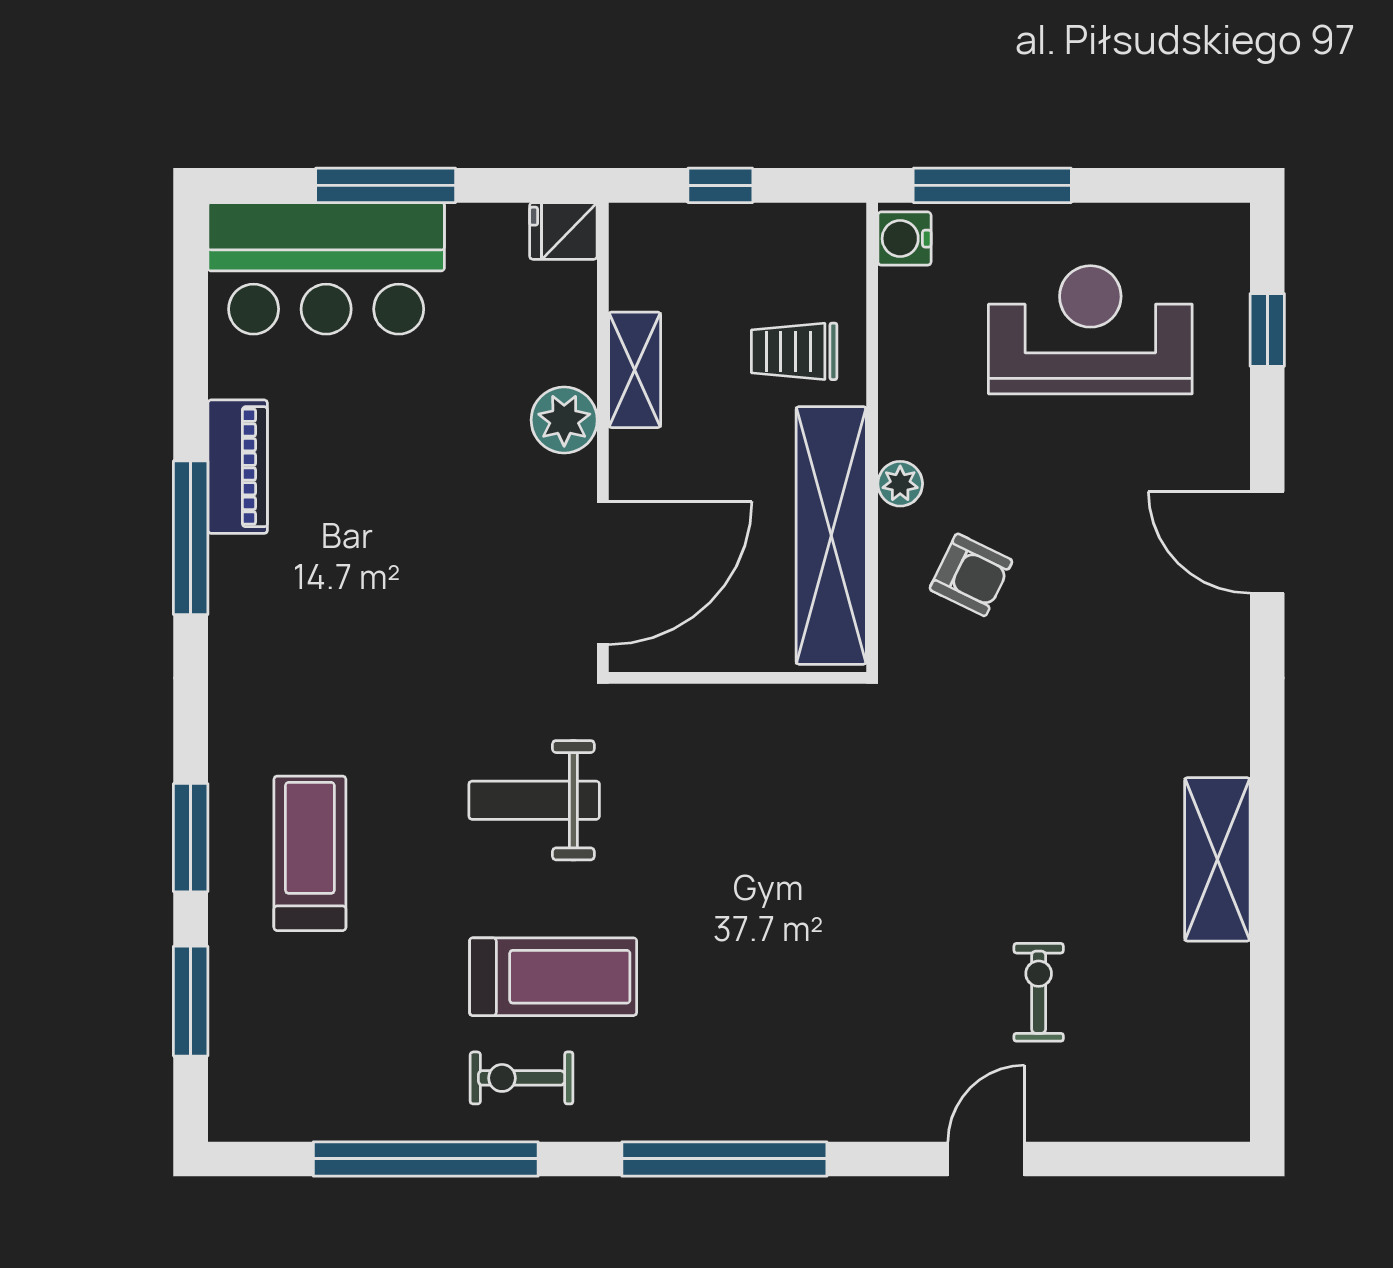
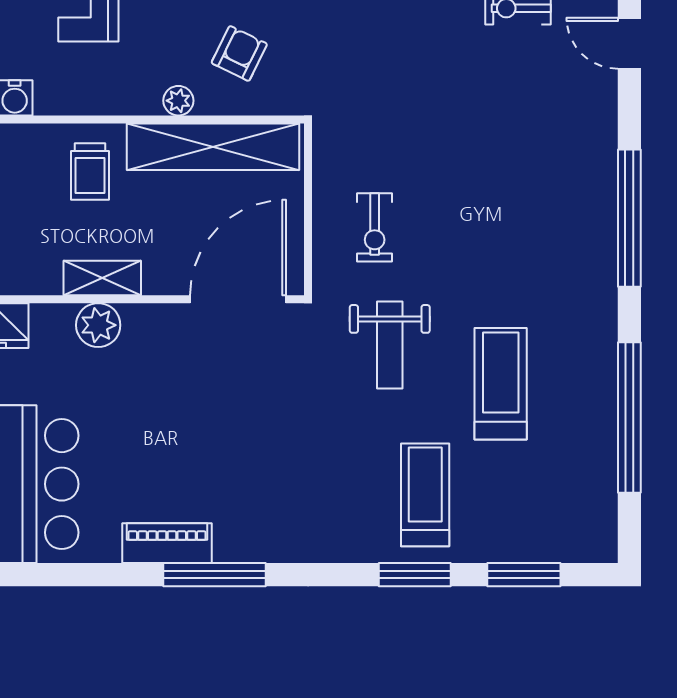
plant: (564, 420) -> (98, 325), moved
door: (603, 573) -> (238, 299), hinge flipped
treadmill: (310, 853) -> (425, 495), turned 90
treadmill: (553, 977) -> (501, 384), moved
exercise bike: (522, 1078) -> (375, 227), moved

